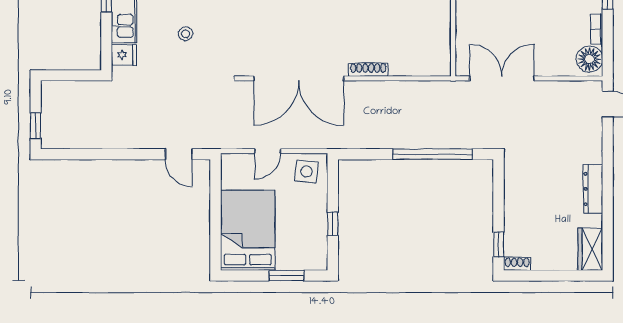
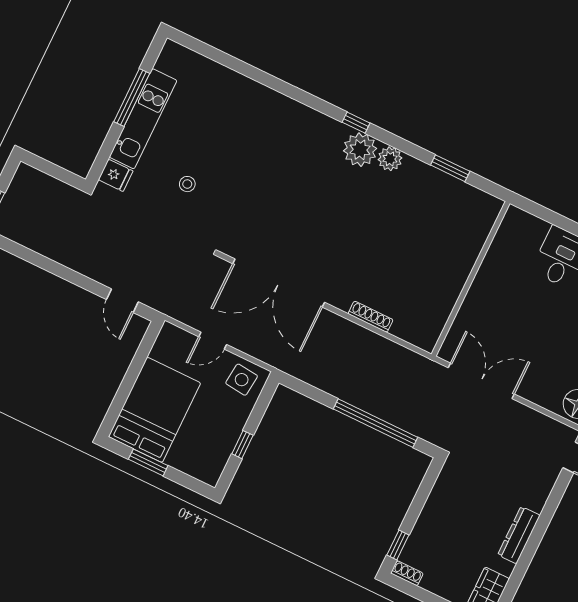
shoe rack: (368, 70) -> (371, 317), moved
window: (286, 275) -> (148, 462), moved

